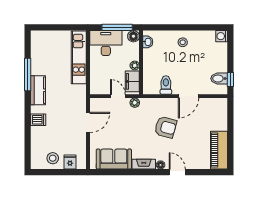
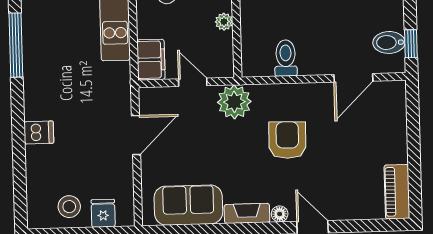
filing cabinet: (132, 81) -> (151, 60), moved, turned 180
kitchen counter: (38, 90) -> (37, 75), removed
door: (188, 96) -> (353, 78), moved
plant: (135, 103) -> (234, 102), width x1.87, depth x1.87
armchair: (166, 127) -> (287, 140), turned -104
piano: (219, 150) -> (397, 192), width x0.73, depth x0.75

